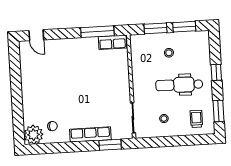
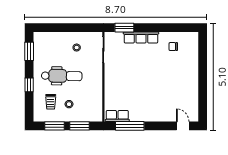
trolley: (196, 119) -> (51, 102), moved
plant: (33, 135) -> (190, 40), removed

